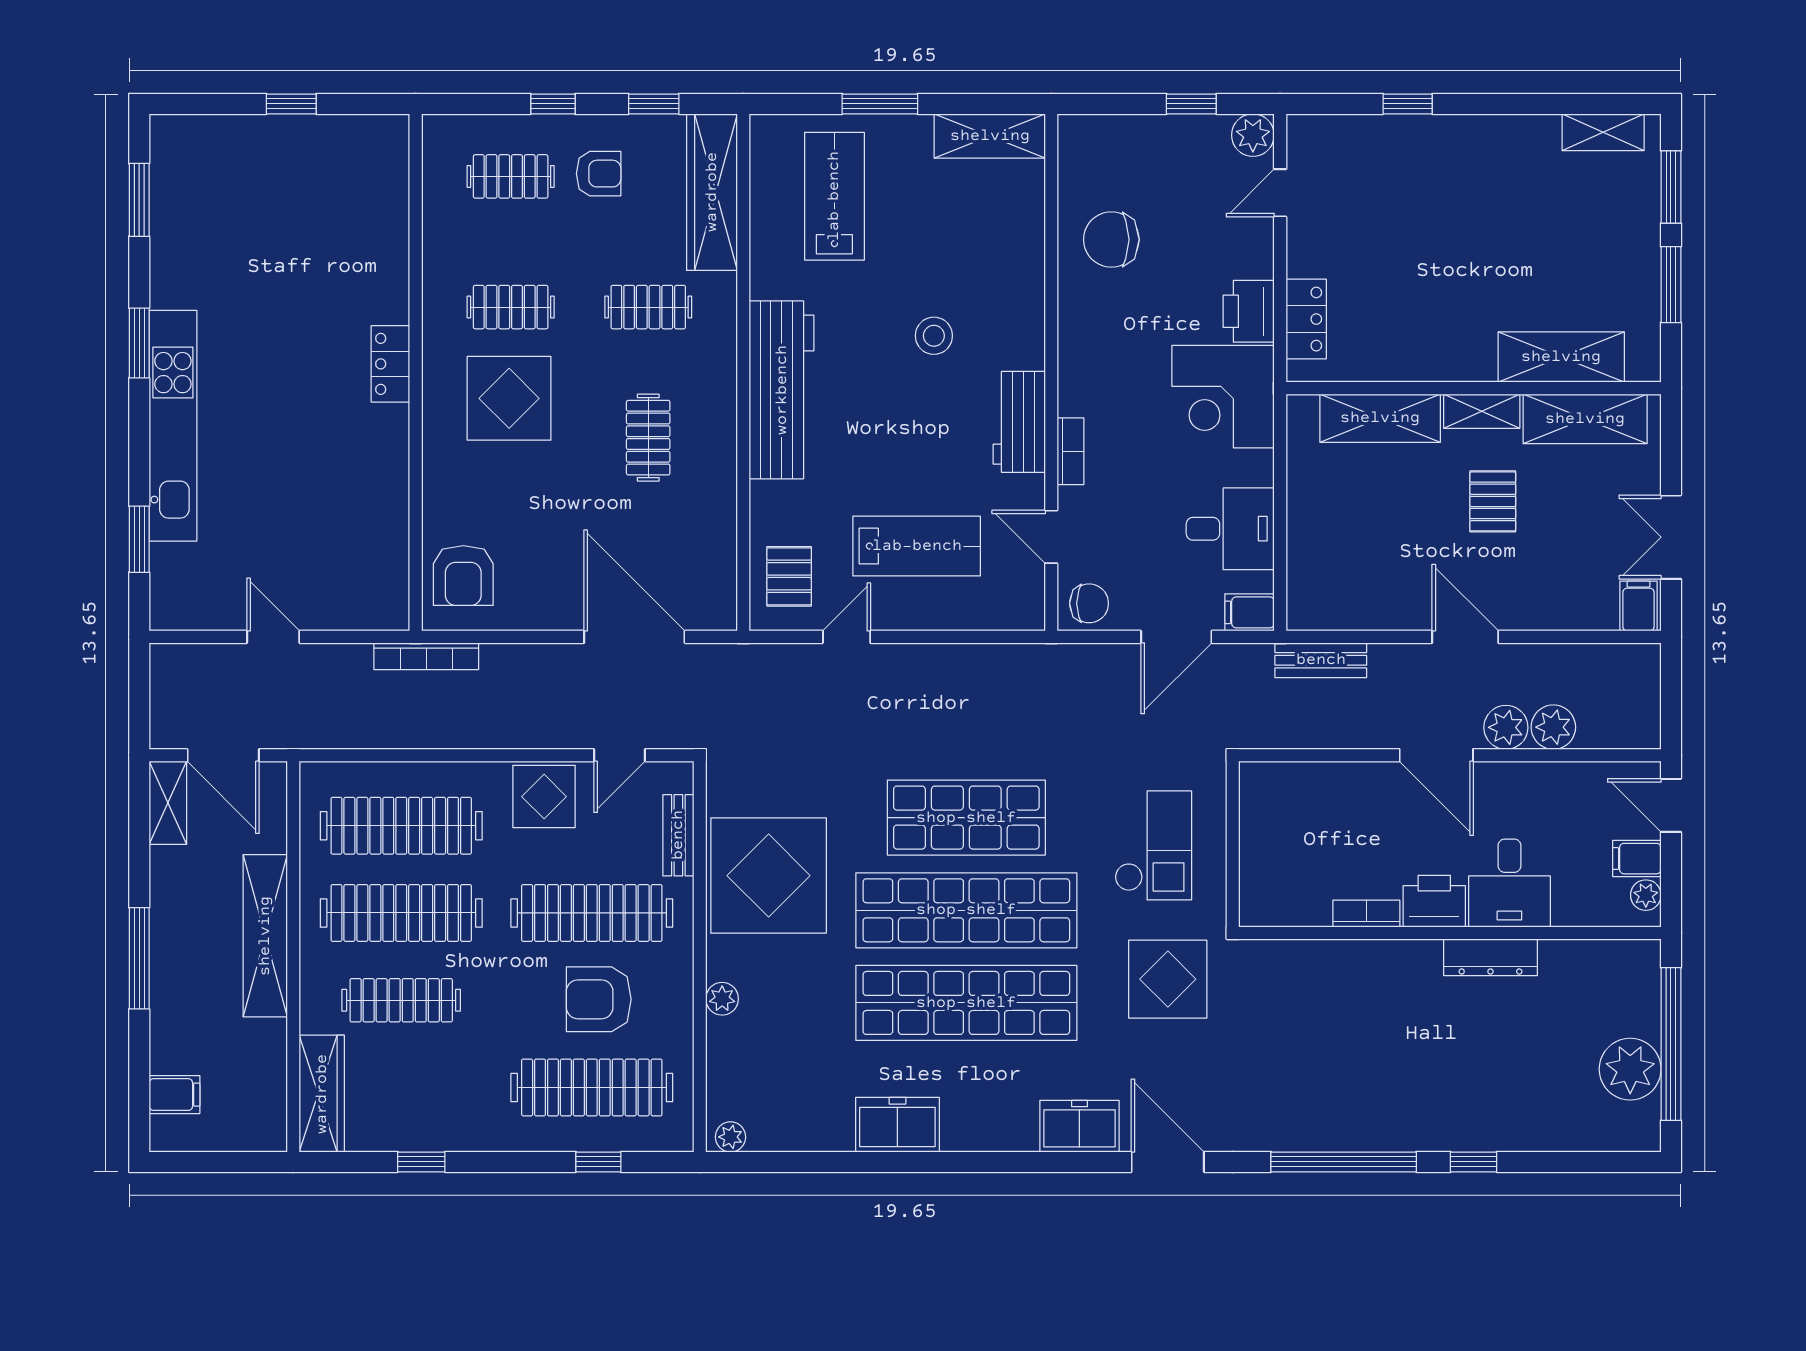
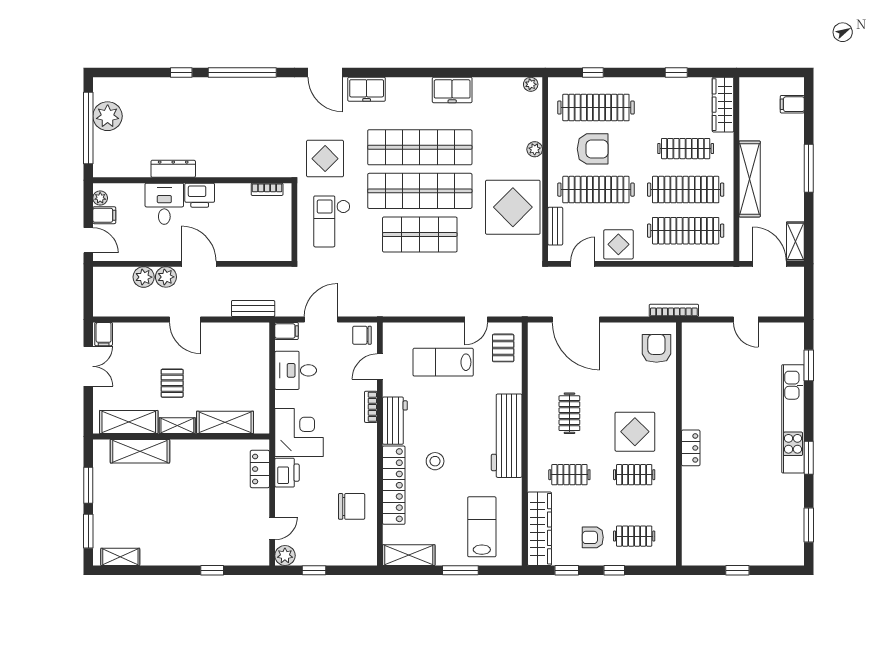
lab bench: (834, 196) -> (482, 527), turned 180
locker: (1022, 285) -> (394, 485), added
door: (1051, 537) -> (380, 367), swing flipped
bookcase: (1366, 914) -> (267, 189), moved

